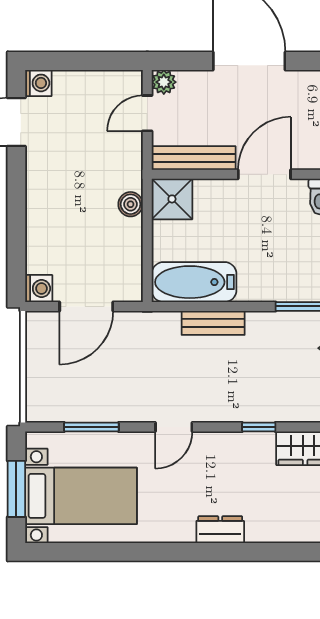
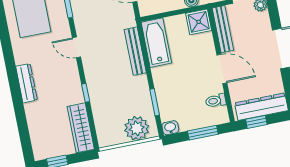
bench: (213, 323) -> (135, 51), width x1.36
dresser: (220, 530) -> (26, 83), width x1.44

